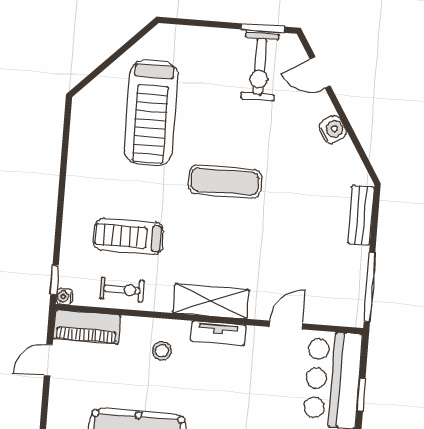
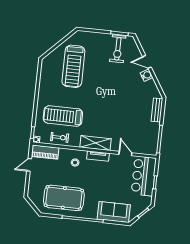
door: (320, 72) -> (147, 62), moved
exercise mat: (225, 182) -> (102, 95), removed
treadmill: (129, 236) -> (63, 116), width x1.37, depth x1.38
door: (286, 325) -> (125, 154), hinge flipped

